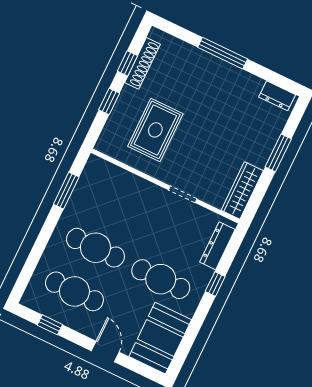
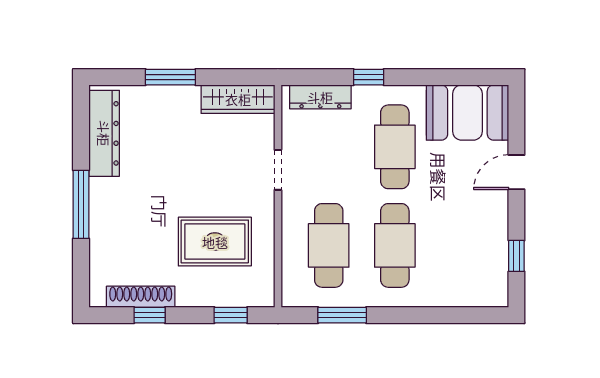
dresser: (277, 96) -> (104, 133), width x1.96, depth x1.24
window: (109, 101) -> (231, 315), moved
cafe table: (74, 291) -> (329, 245), moved

